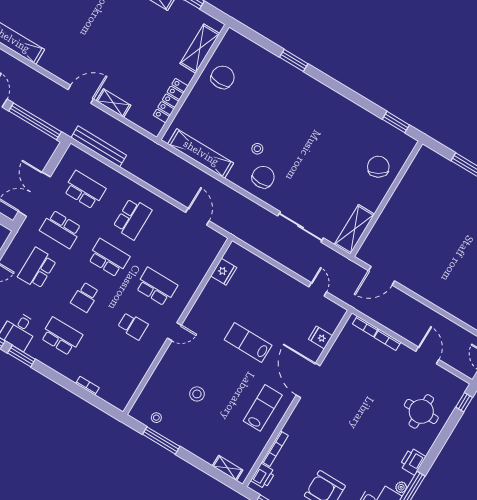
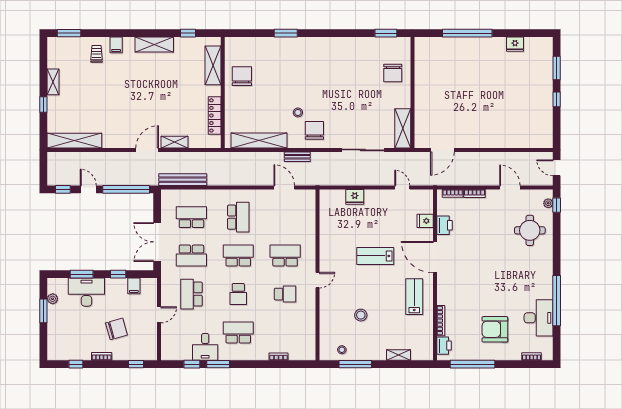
chair: (378, 167) -> (393, 73), turned -150
bench: (230, 193) -> (297, 157), added
fridge: (224, 272) -> (355, 197), moved, turned 90
printer: (413, 461) -> (445, 225), moved, turned 180
shelving: (228, 468) -> (399, 355), moved
plant: (401, 487) -> (548, 203), moved

